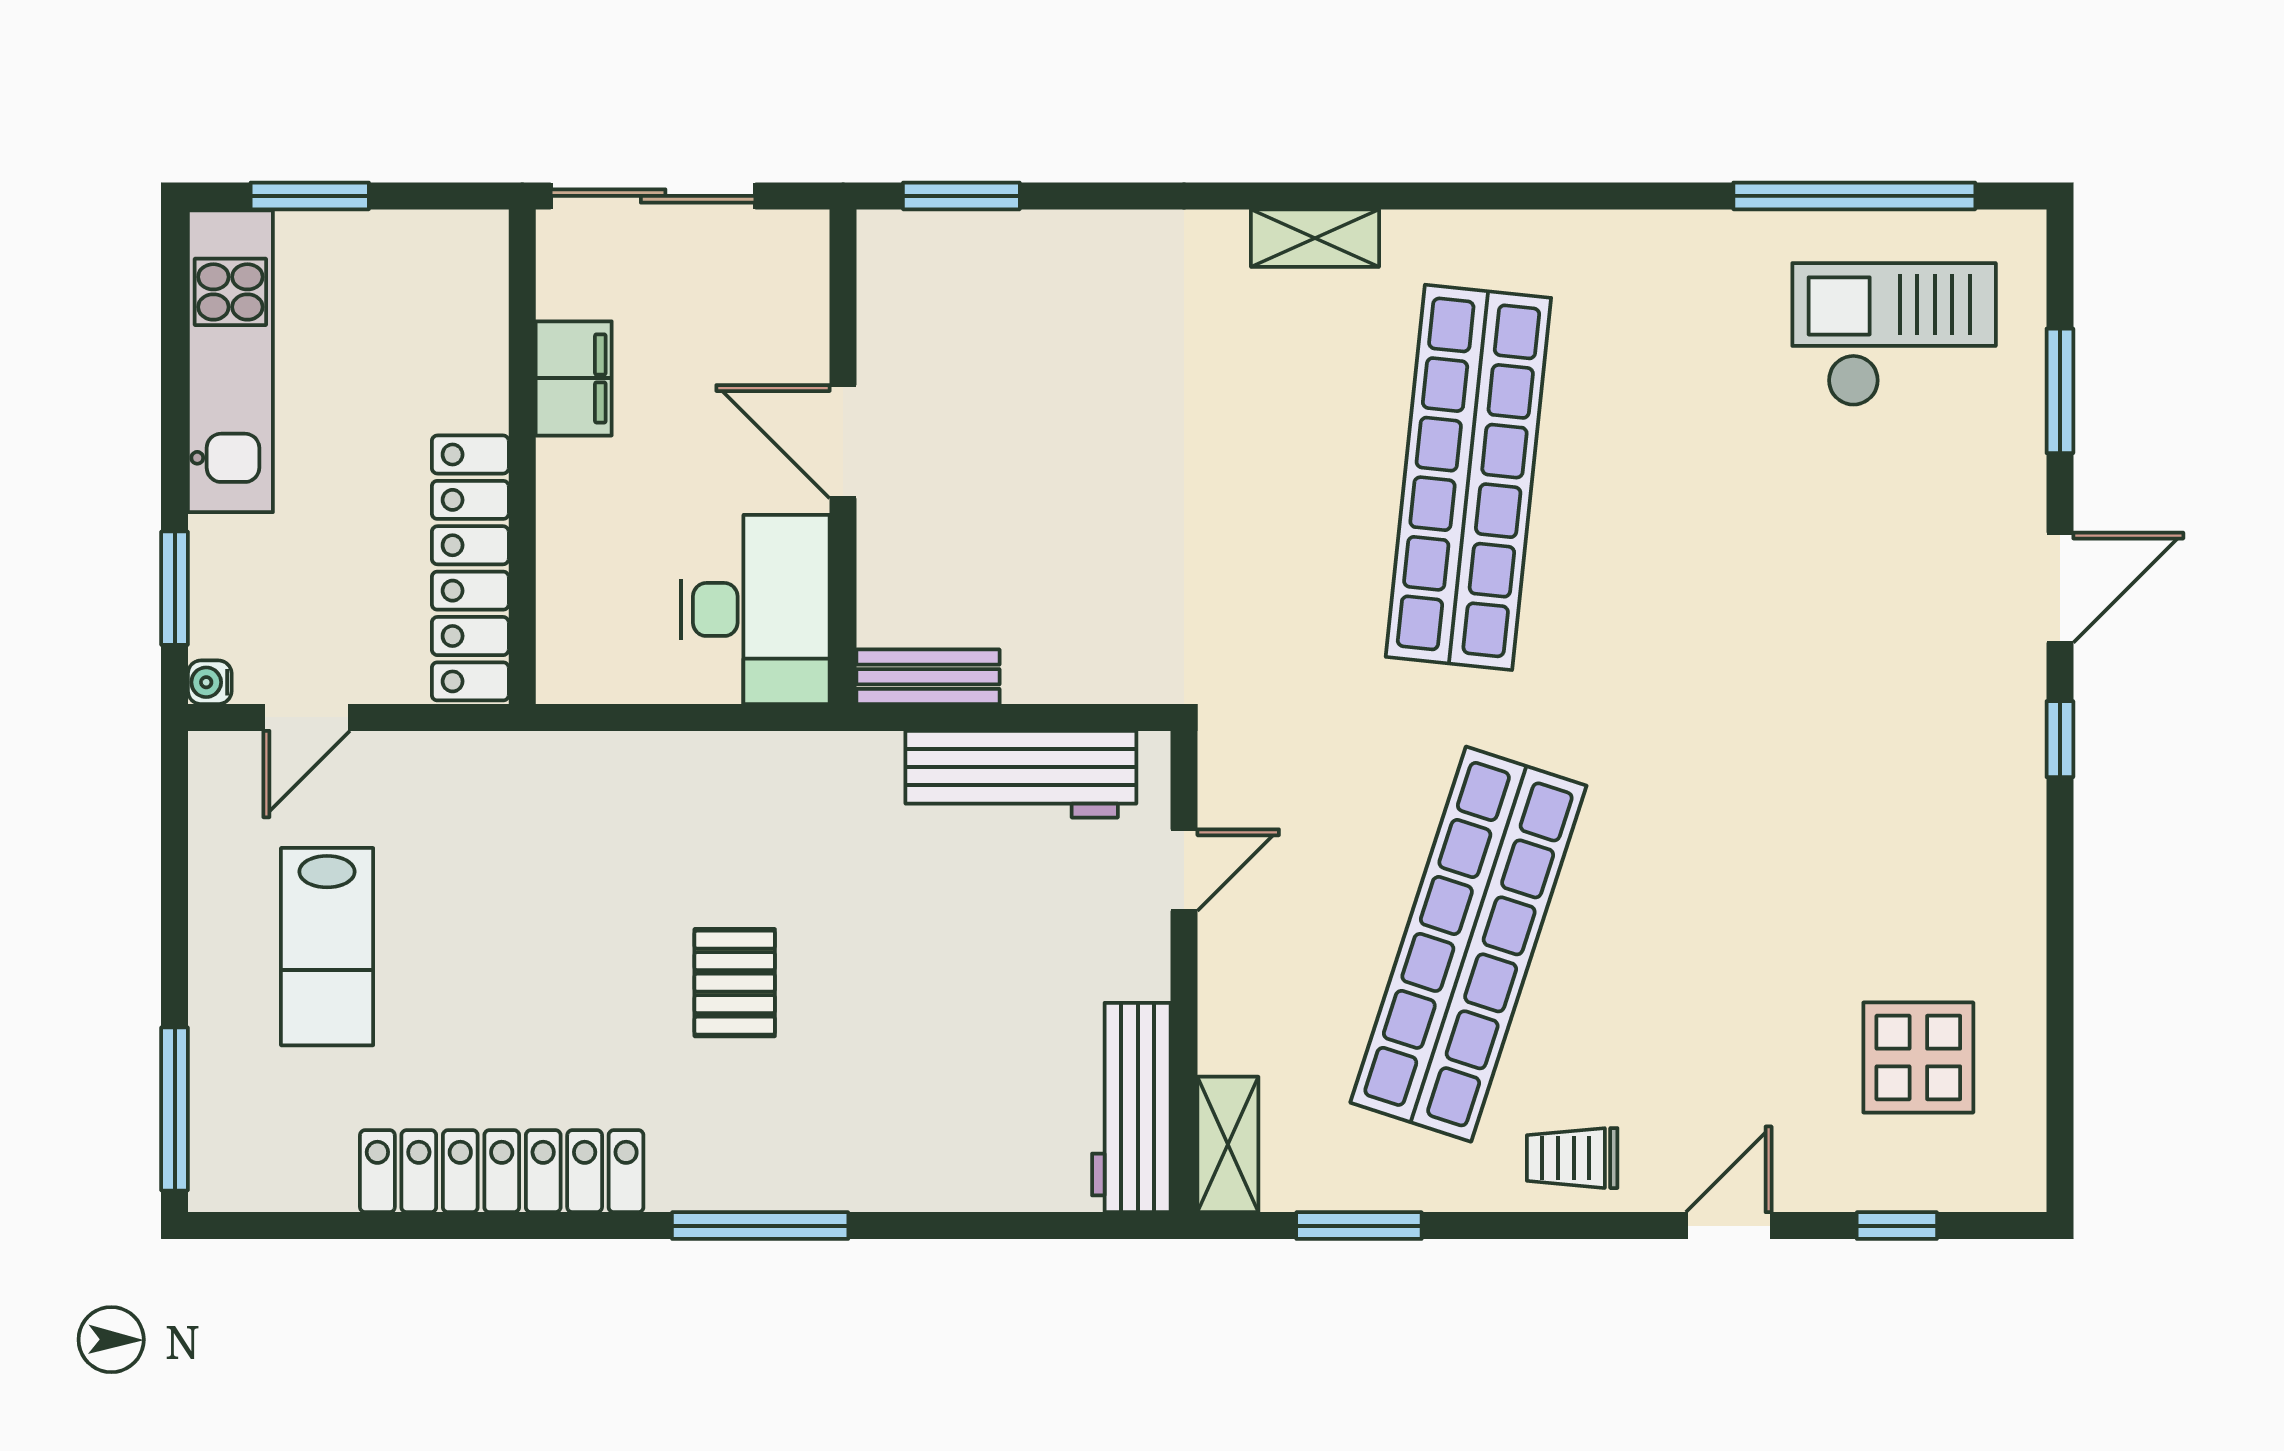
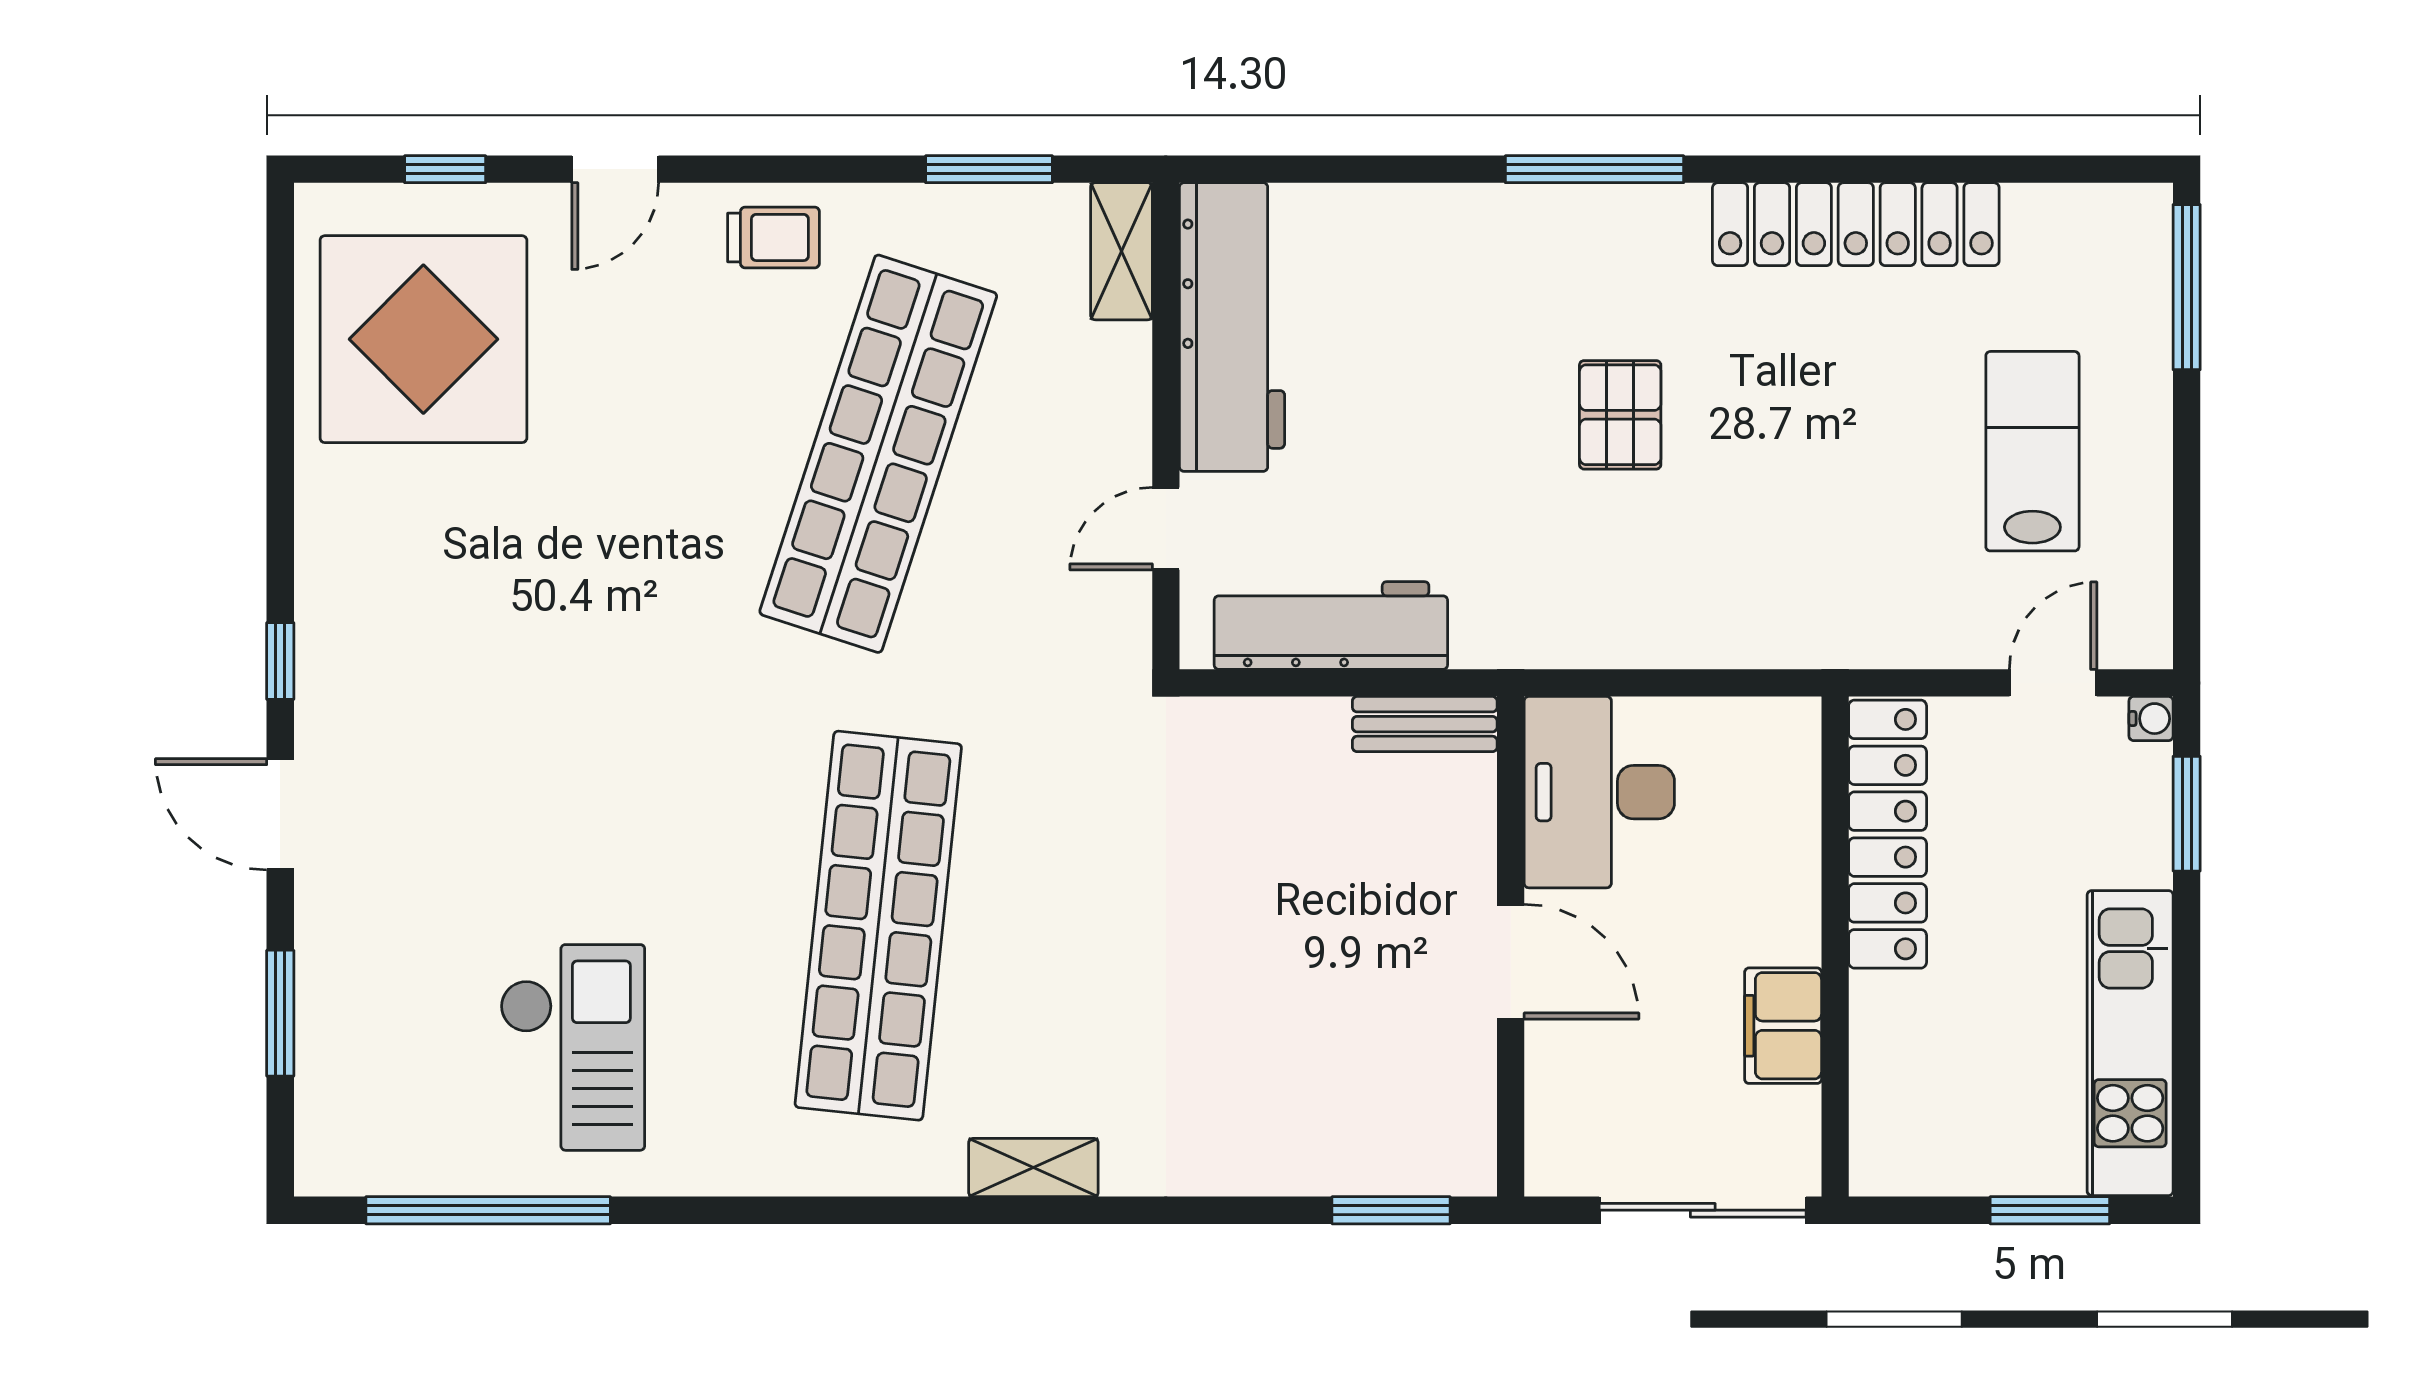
checkout: (1894, 335) -> (572, 1047), moved, turned -90
door: (2060, 588) -> (280, 814), hinge flipped
display table: (1918, 1057) -> (423, 339), width x1.86, depth x1.86
workbench: (1131, 1108) -> (1232, 327), width x1.36, depth x1.32

